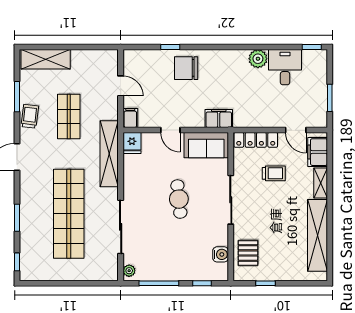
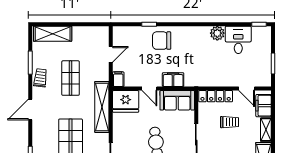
door: (121, 86) -> (111, 54), hinge flipped
filing cabinet: (219, 118) -> (173, 80), moved
fridge: (132, 143) -> (126, 101), width x1.88, depth x1.34

